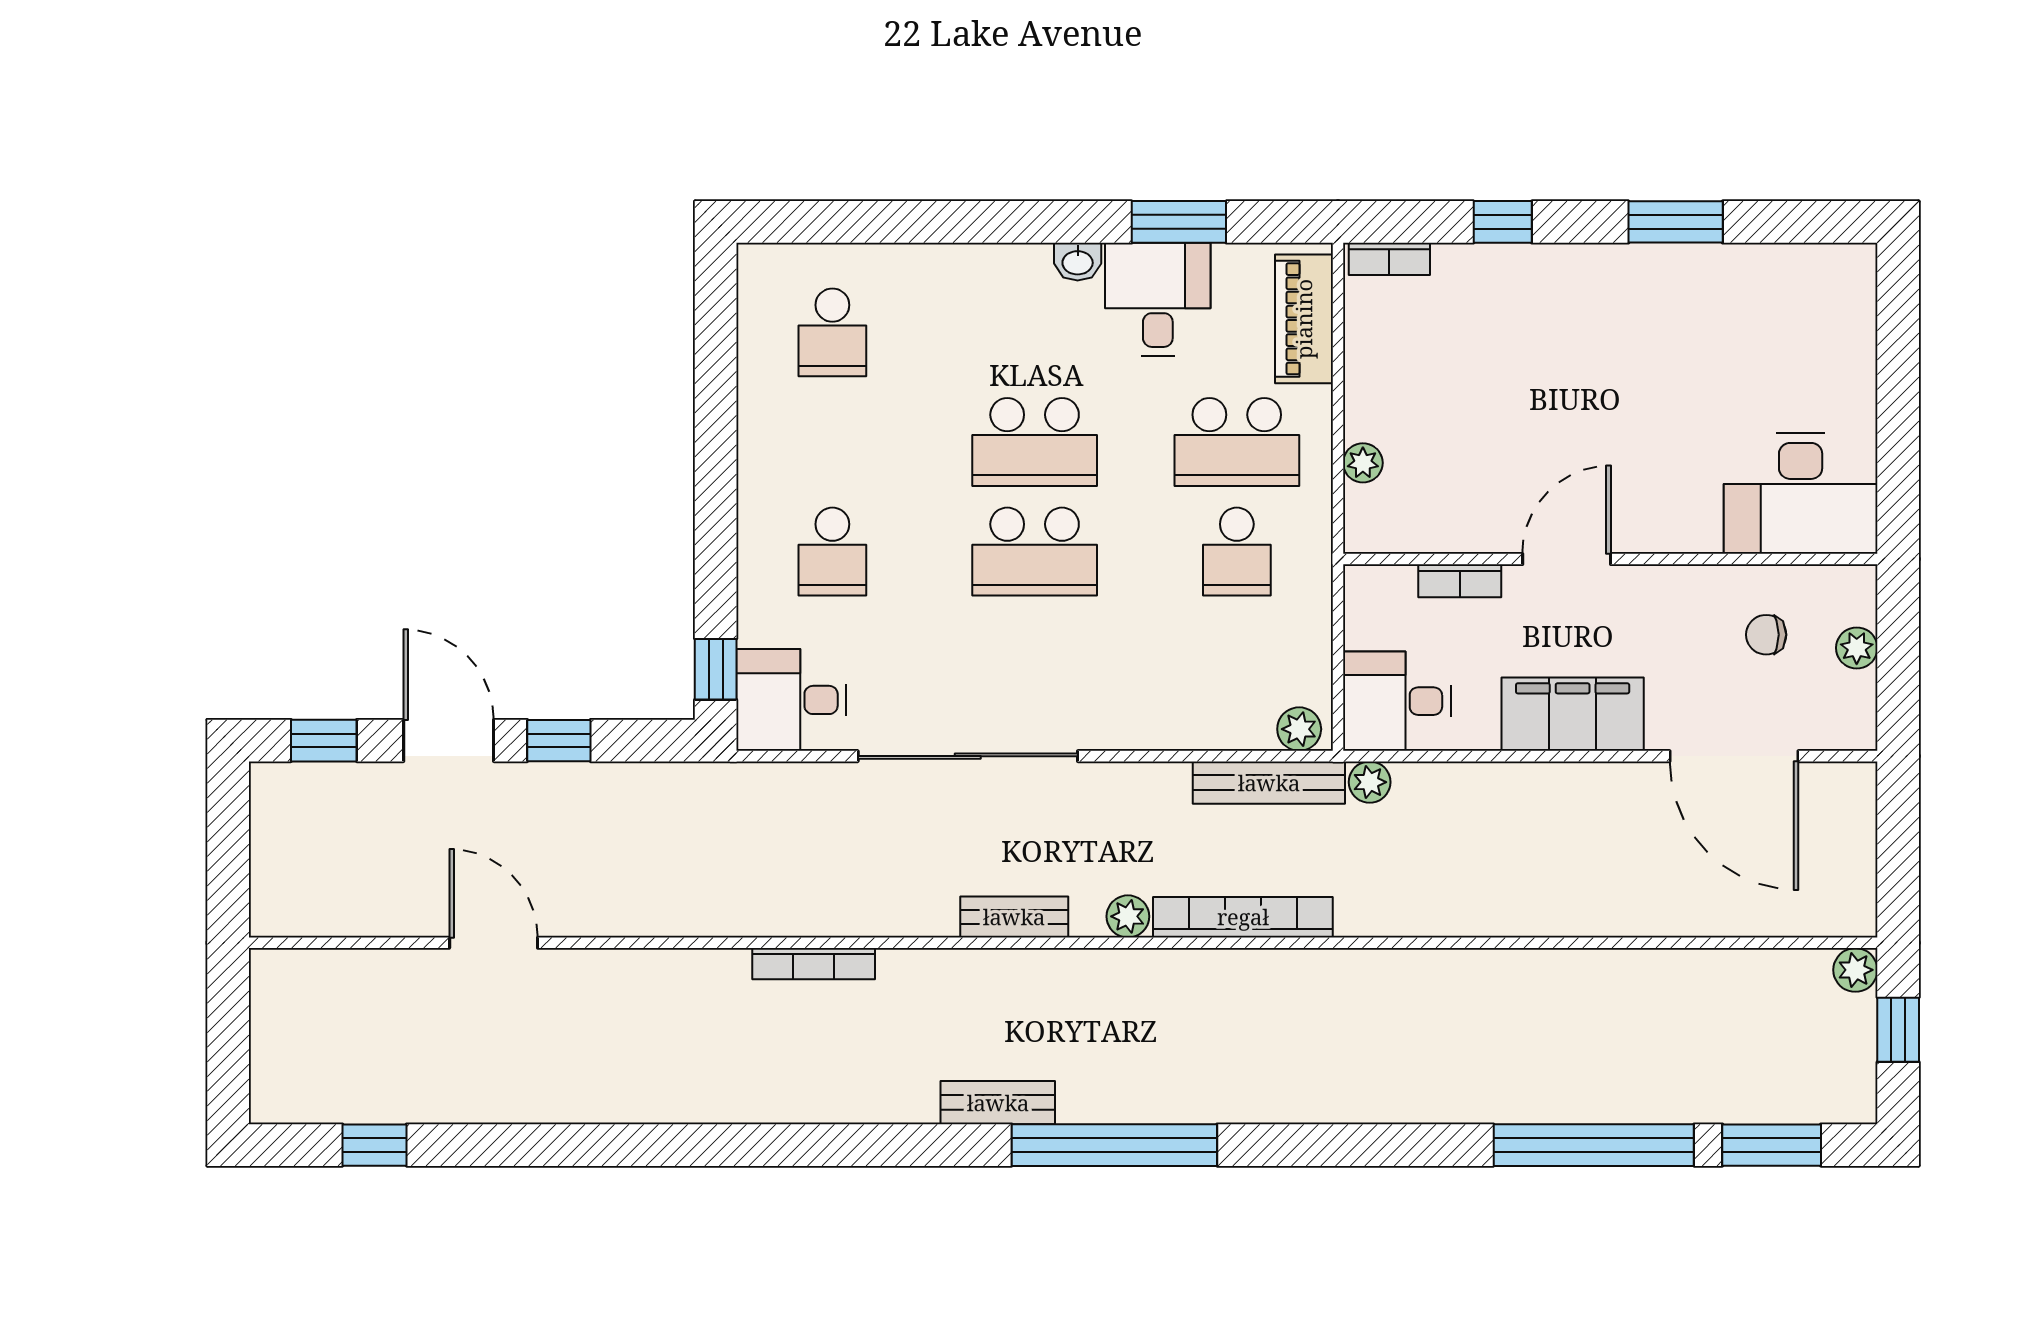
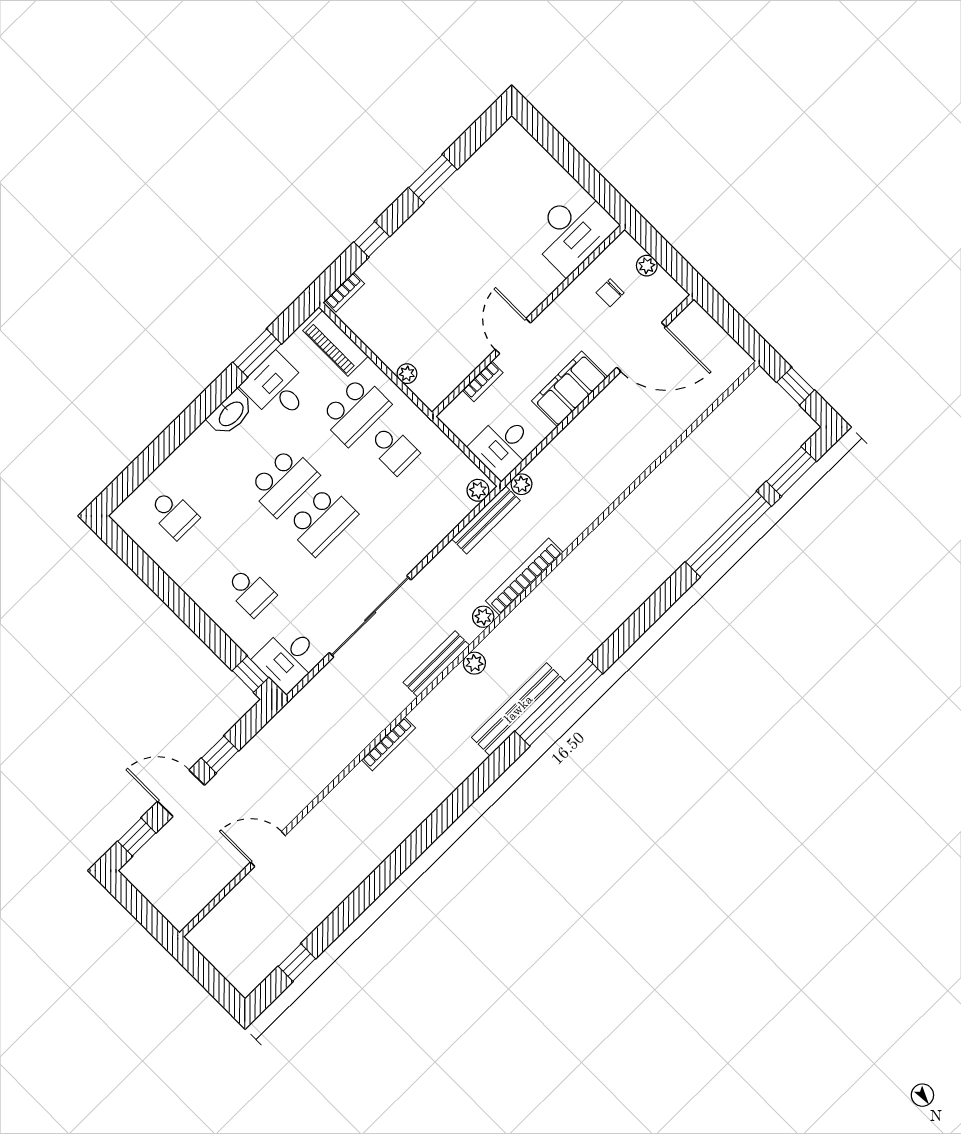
washbasin: (1078, 262) -> (231, 413), width x1.91, depth x1.45
bench: (1014, 917) -> (436, 664), width x1.36
plant: (1855, 970) -> (474, 663), moved
bench: (998, 1103) -> (518, 709), width x1.86, depth x1.21

